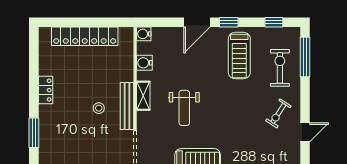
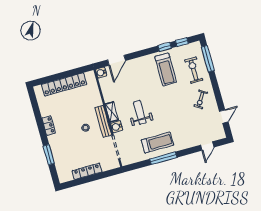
door: (197, 22) -> (117, 60), moved
window: (229, 22) -> (165, 47), moved
water cooler: (144, 63) -> (117, 127), moved
weight bench: (184, 108) -> (140, 112), turned 180
door: (305, 132) -> (224, 117), moved

